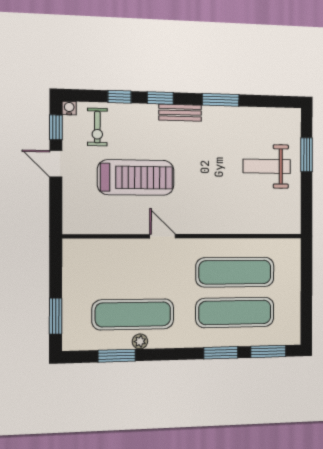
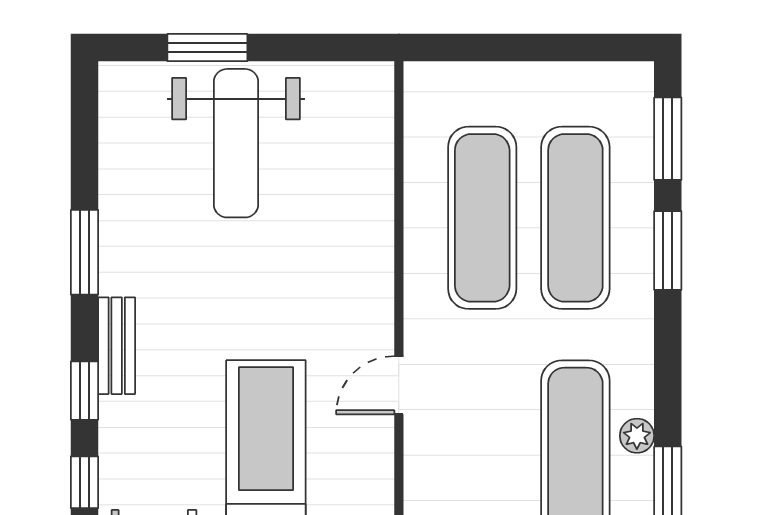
weight bench: (267, 166) -> (236, 143), width x1.36, depth x1.33

